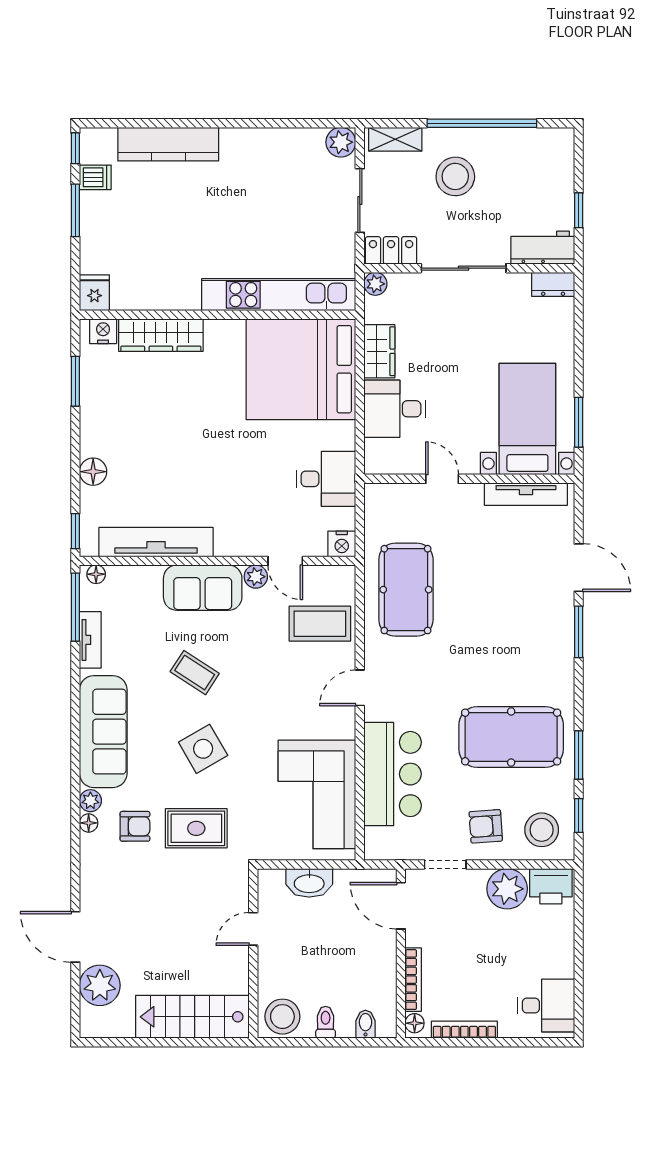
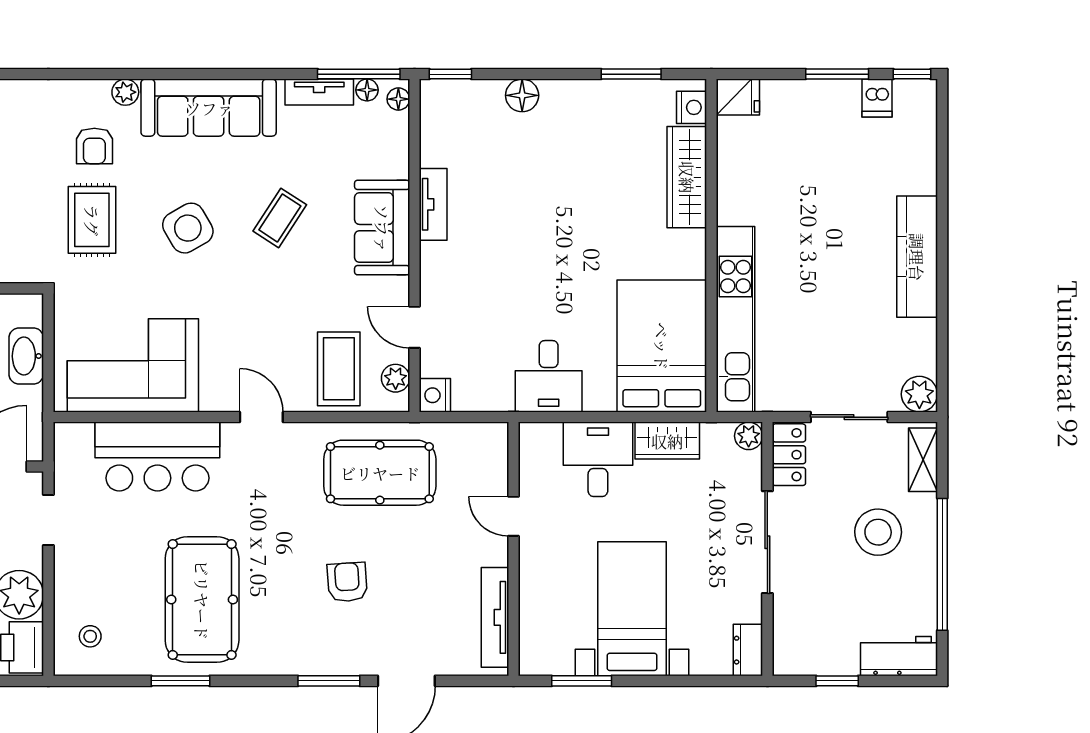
kitchen counter: (168, 144) -> (917, 257), moved
workbench: (543, 248) -> (899, 656), moved, turned -90
bed: (301, 369) -> (662, 346), width x0.73
bed with nightstands: (527, 419) -> (632, 609), moved, turned -90
desk: (326, 479) -> (549, 376), moved
door: (442, 479) -> (513, 516), swing flipped
tv unit: (156, 542) -> (433, 204), width x0.52, depth x0.78
door: (285, 561) -> (415, 327), hinge flipped
plant: (256, 577) -> (396, 378), moved
window: (579, 816) -> (107, 681), removed
floor lamp: (89, 823) -> (367, 90), moved
armchair: (486, 826) -> (347, 582), moved
stool: (542, 830) -> (90, 636), width x0.53, depth x0.53

